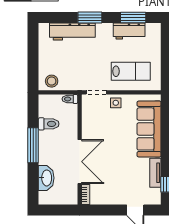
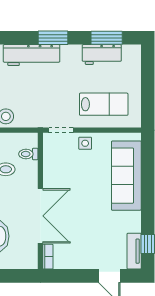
toilet: (70, 99) -> (28, 154), moved
tv unit: (155, 173) -> (134, 251), moved

